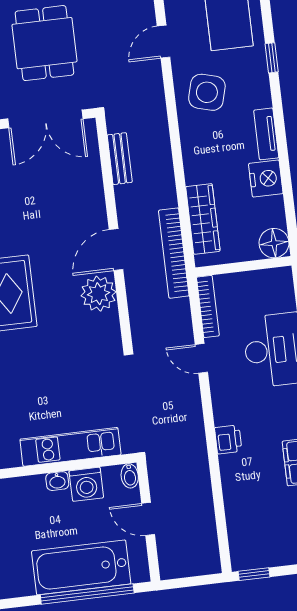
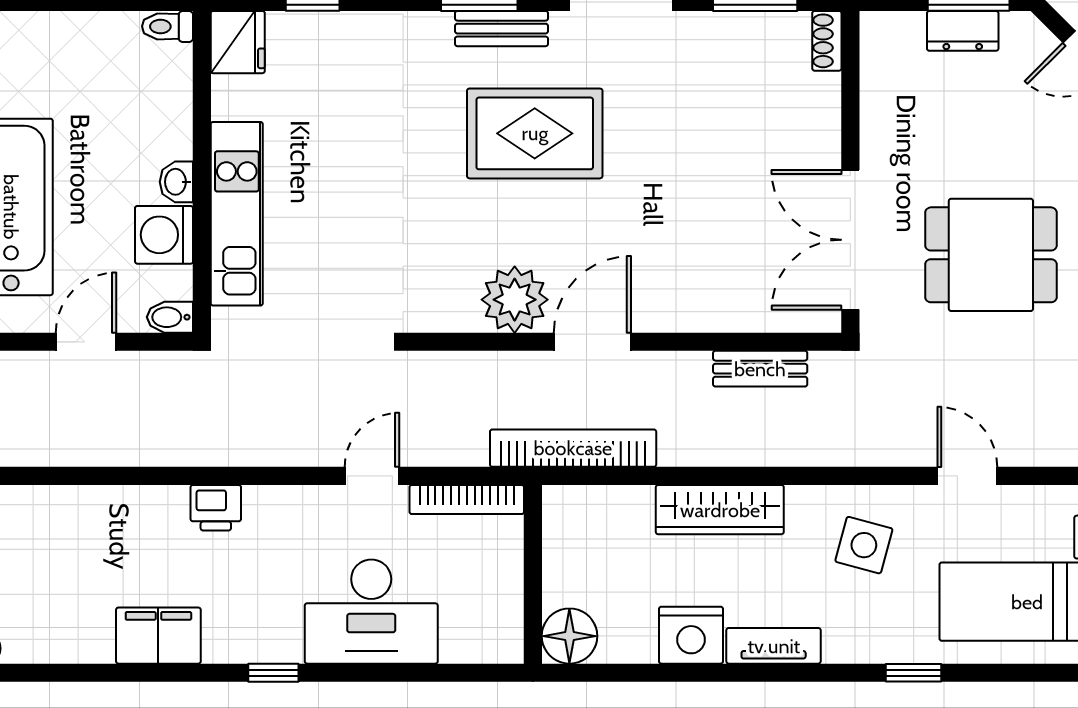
side table: (207, 92) -> (864, 545), width x0.73, depth x0.73
wardrobe: (203, 219) -> (720, 510), moved
door: (116, 250) -> (592, 342), hinge flipped

